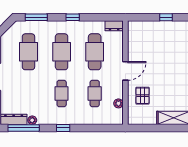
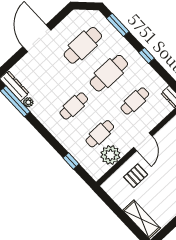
cafe table: (95, 52) -> (135, 101), width x0.73, depth x0.74
door: (125, 71) -> (143, 142), hinge flipped
plant: (118, 103) -> (110, 155), width x1.87, depth x1.87
window: (63, 128) -> (71, 161), moved

